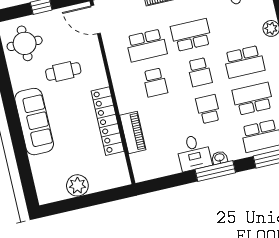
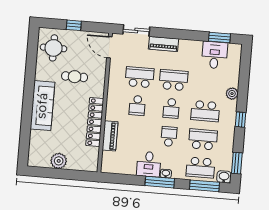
school desk: (146, 45) -> (140, 77), turned 180

